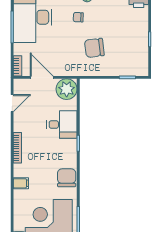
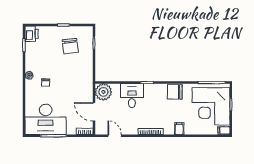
chair: (94, 48) -> (70, 46), moved
door: (42, 77) -> (94, 112), hinge flipped

